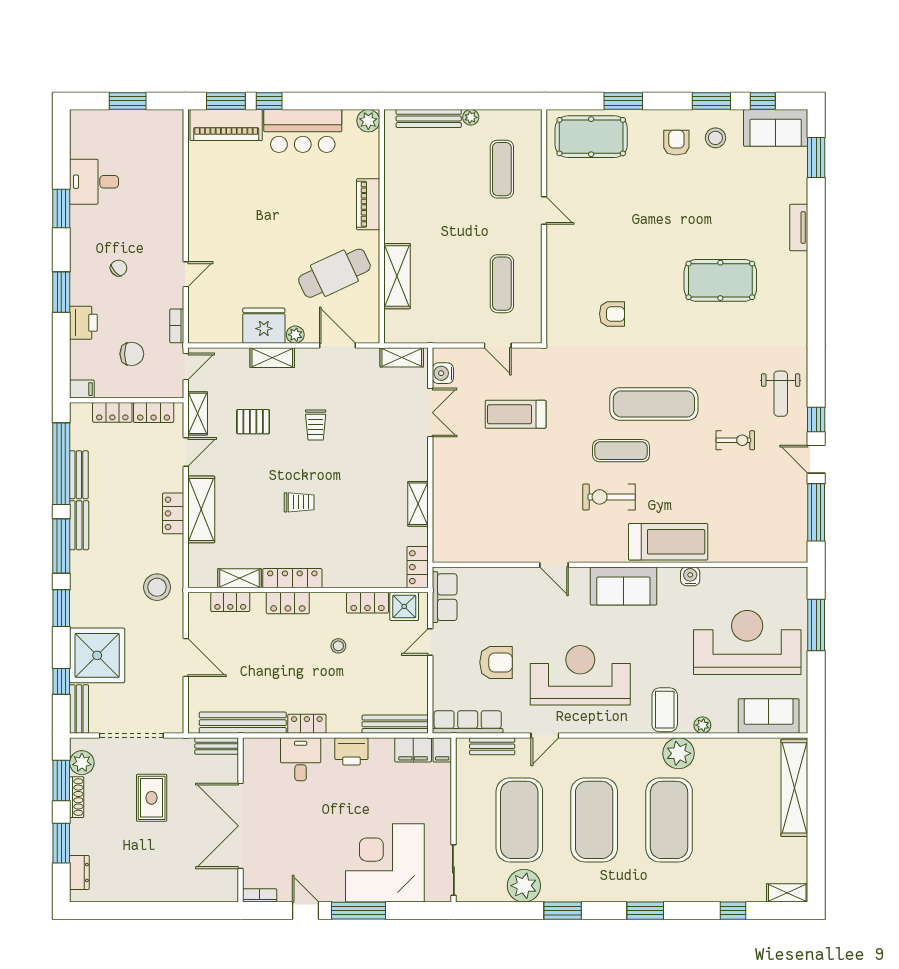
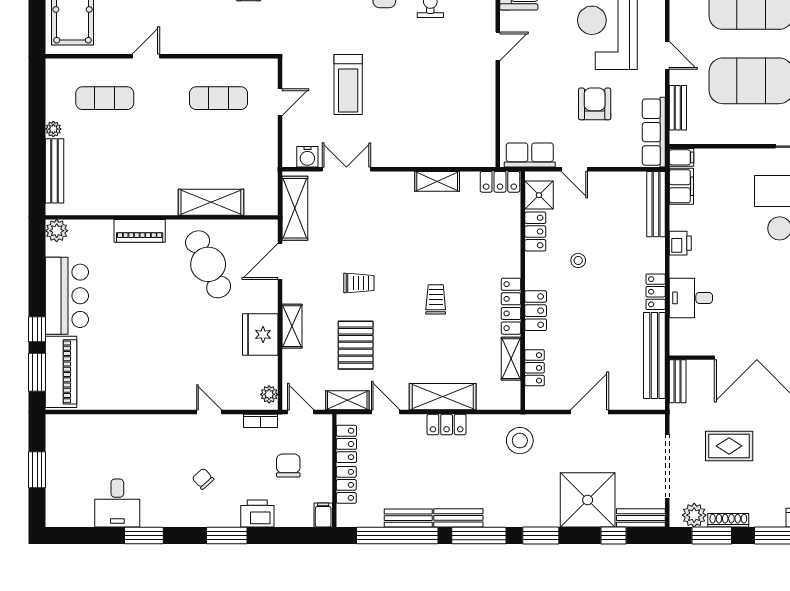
plant: (295, 335) -> (269, 394), moved
shelving: (402, 357) -> (295, 208), width x1.50, depth x1.33
pallet: (253, 422) -> (356, 345), width x1.50, depth x1.42
printer: (351, 751) -> (680, 243), width x0.73, depth x0.81

